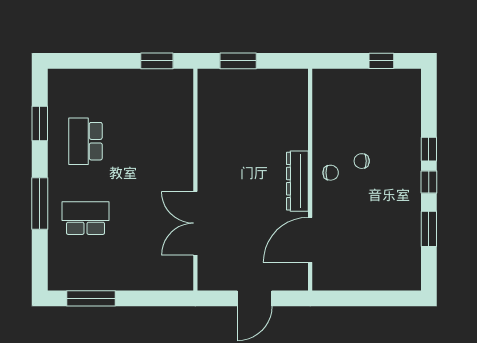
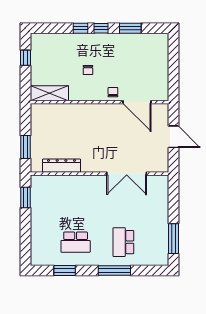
shelving: (324, 99) -> (49, 93), added
chair: (331, 173) -> (113, 92), moved
dresser: (297, 181) -> (62, 166), moved, turned 180

